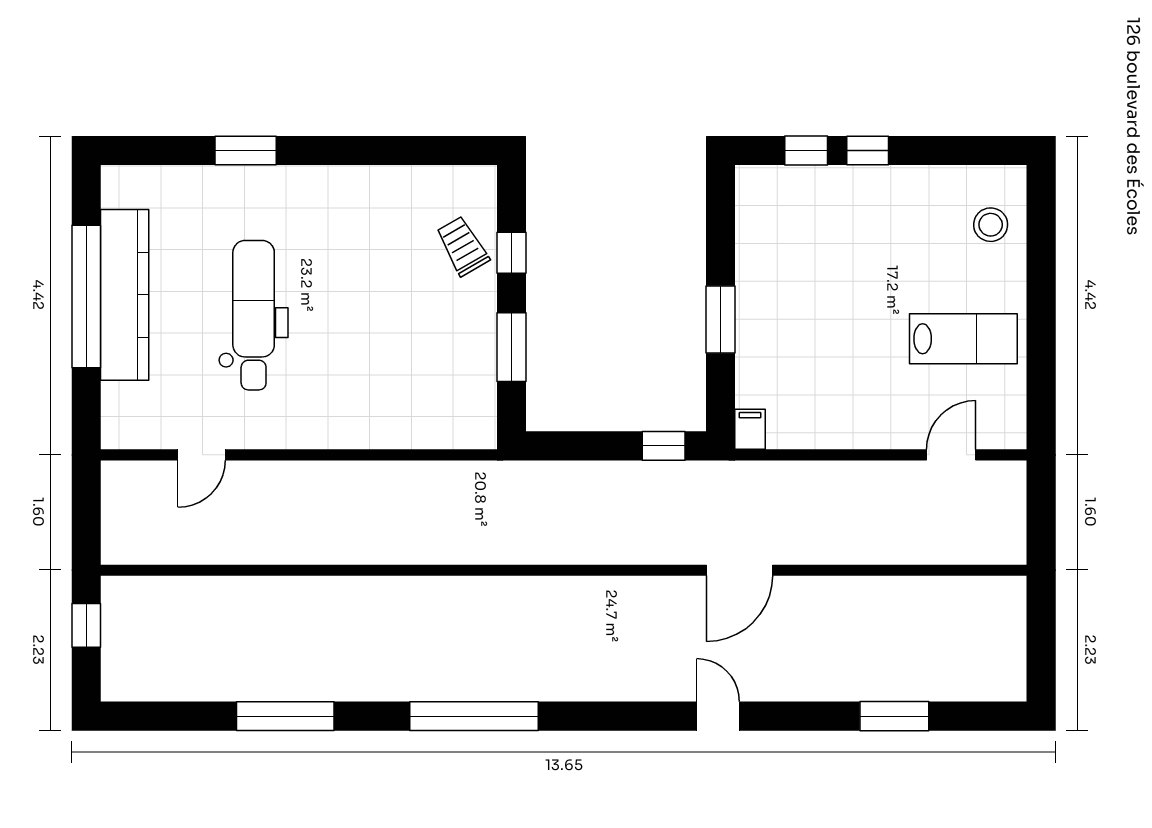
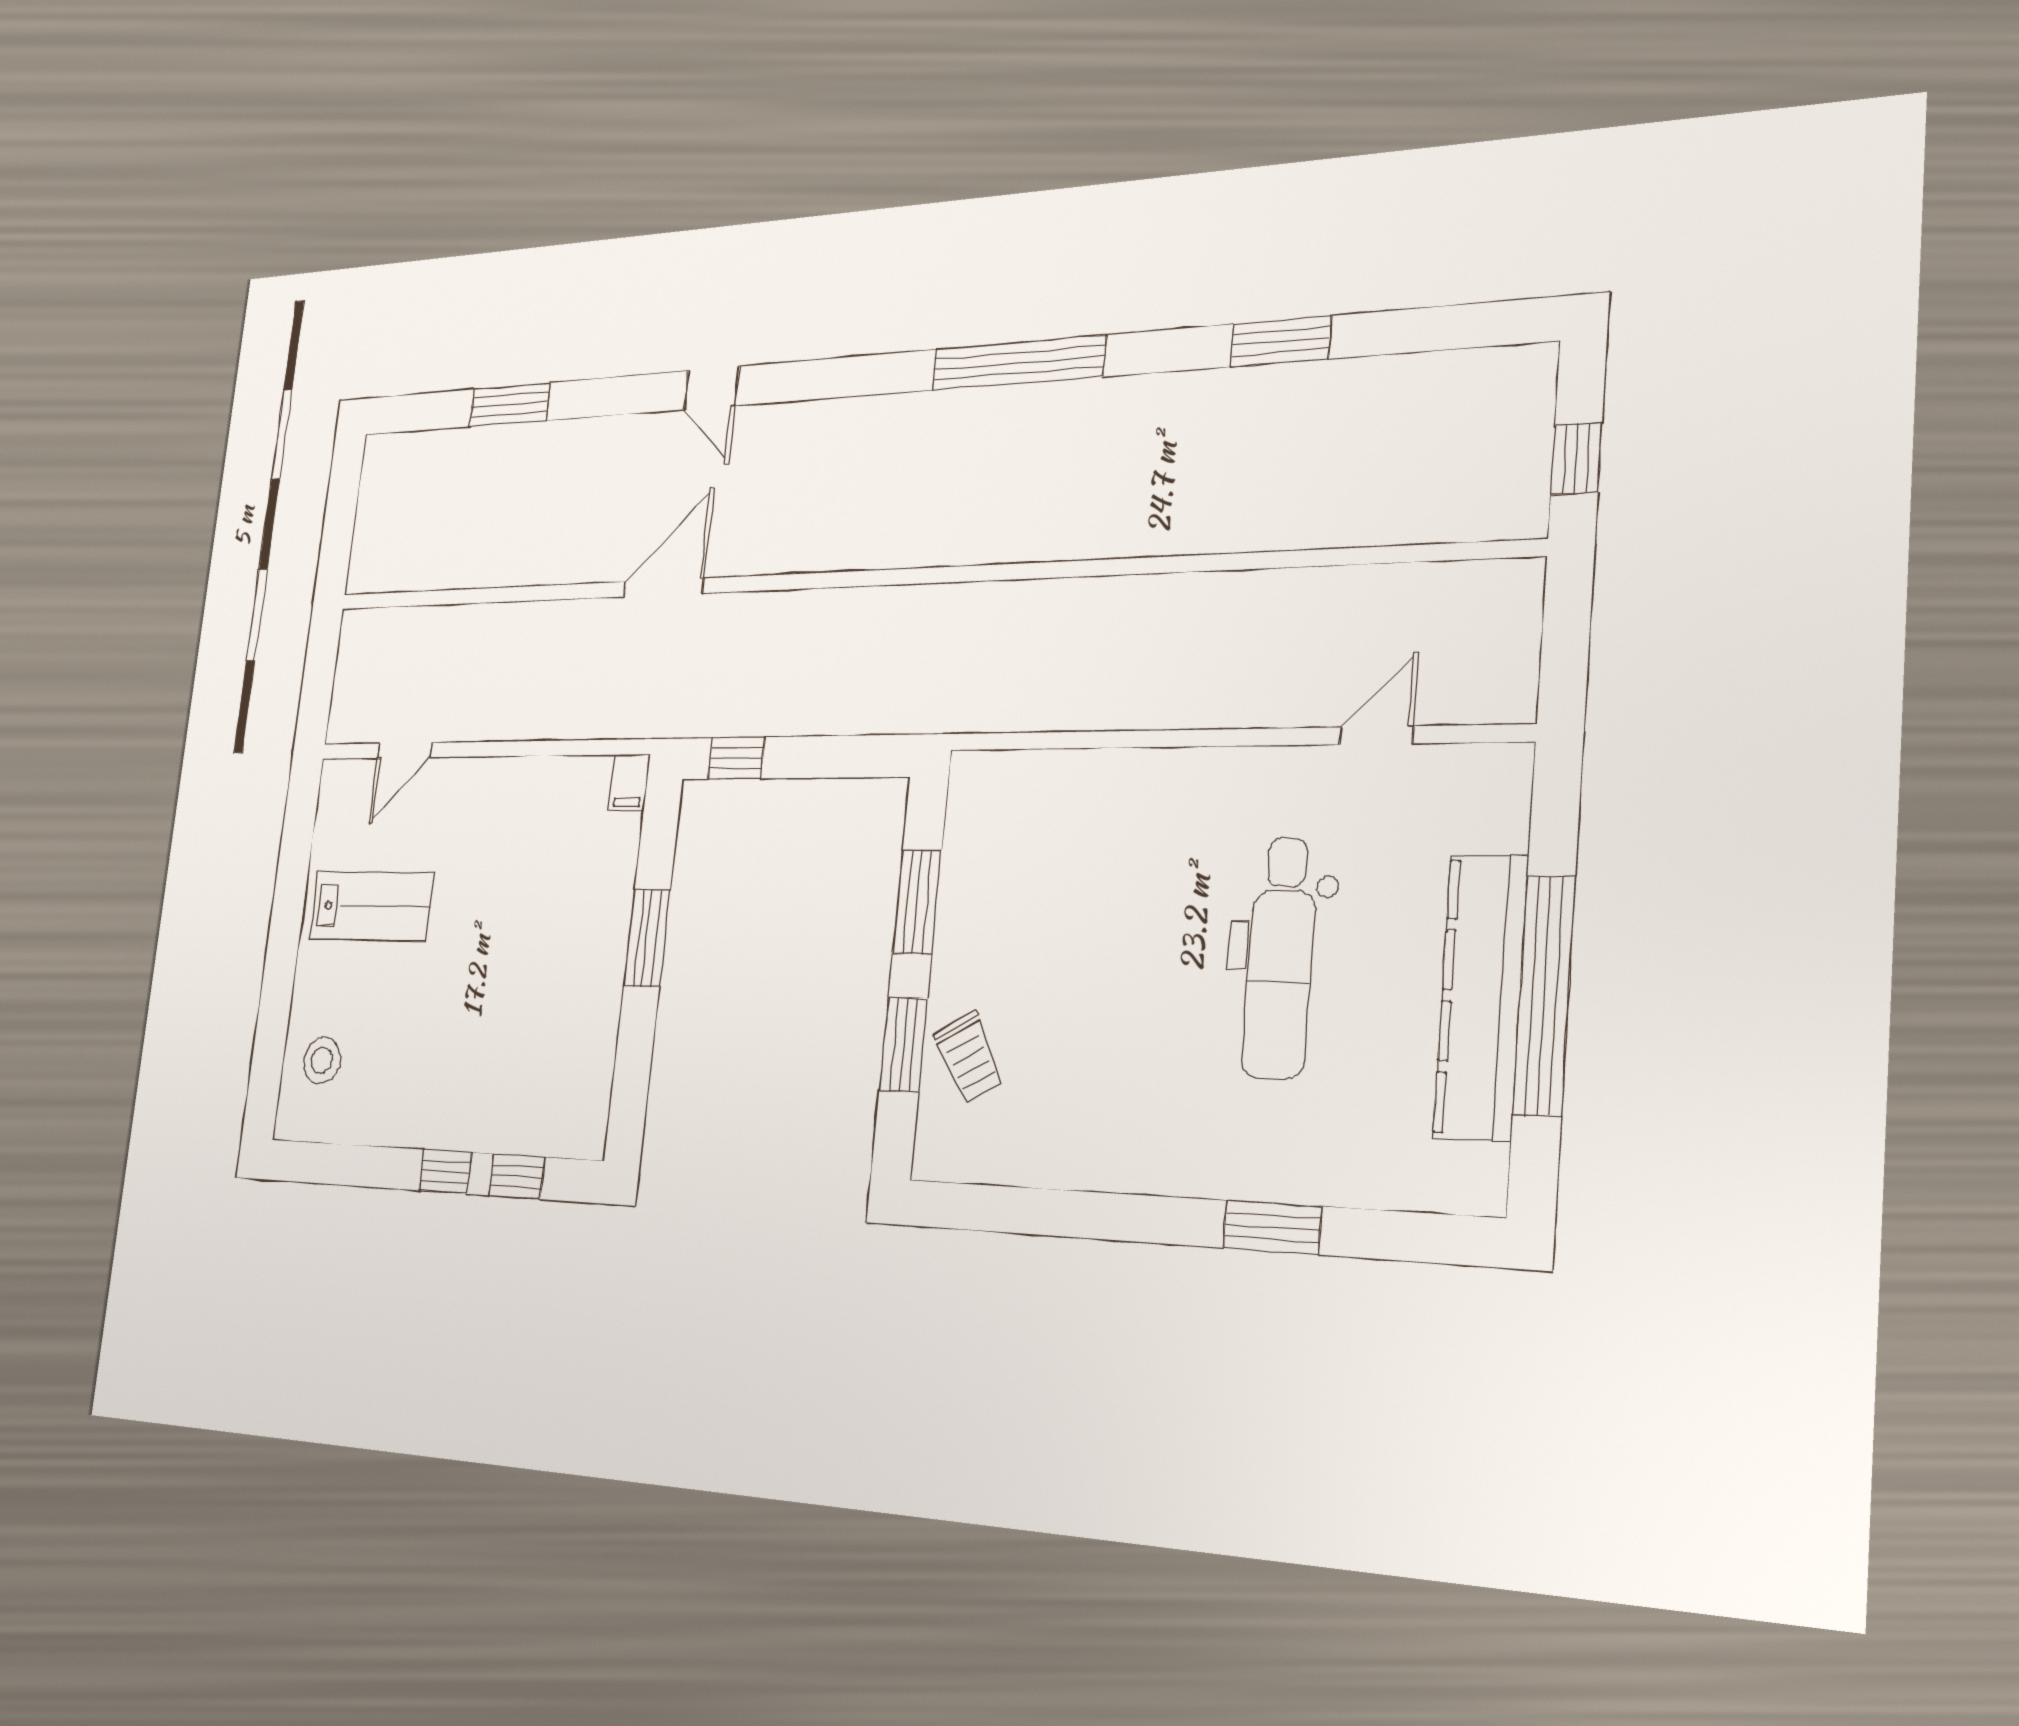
window: (511, 253) -> (903, 1044), width x1.50
lab bench: (963, 339) -> (371, 906), turned 180
window: (285, 716) -> (1281, 341), width x0.69

